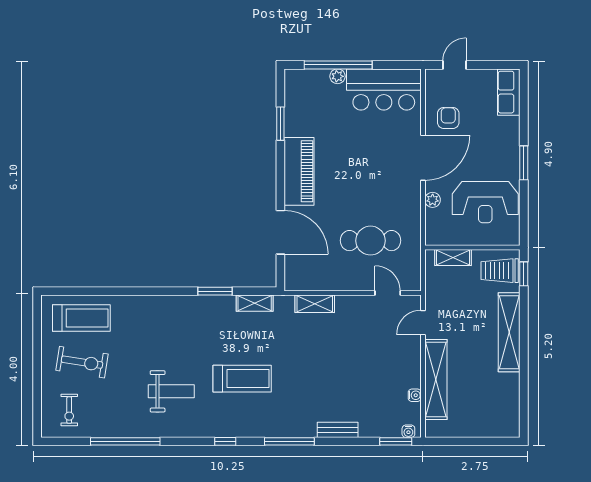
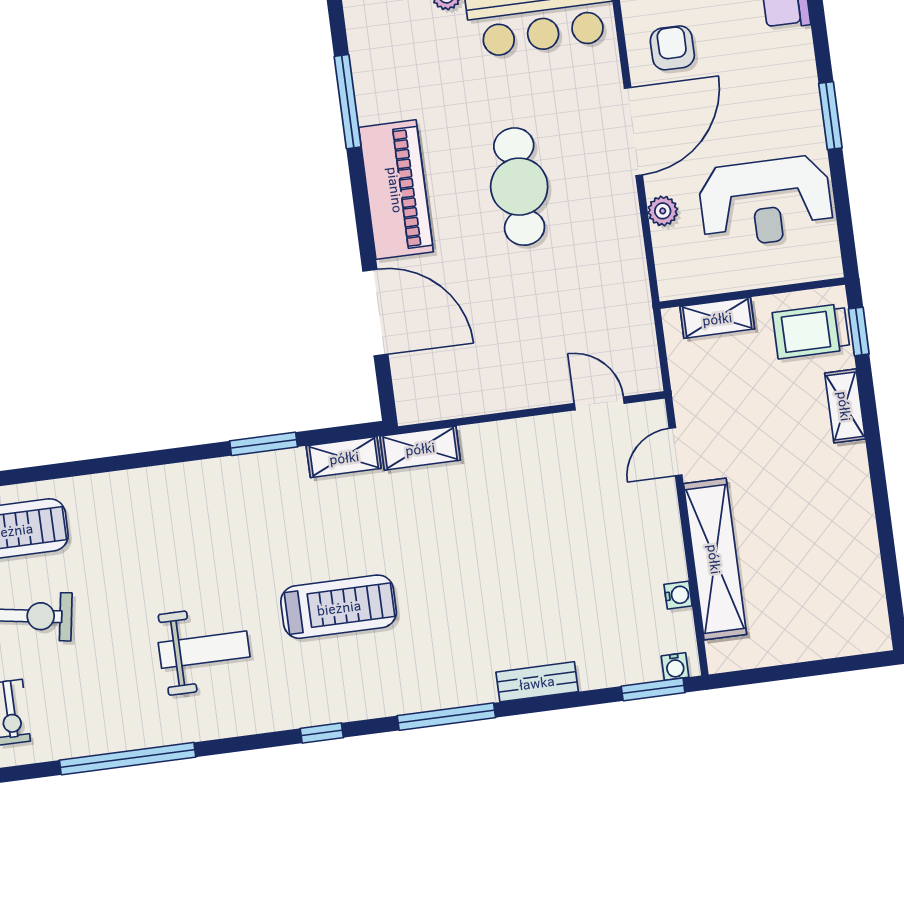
window: (280, 124) -> (348, 102), width x1.44
cafe table: (371, 241) -> (519, 187), moved, turned 90
shelving: (315, 304) -> (420, 448), moved
shelving: (509, 332) -> (845, 406), width x0.45, depth x0.75

